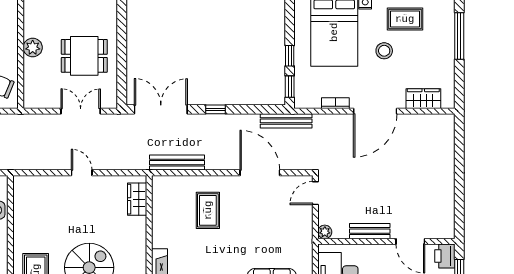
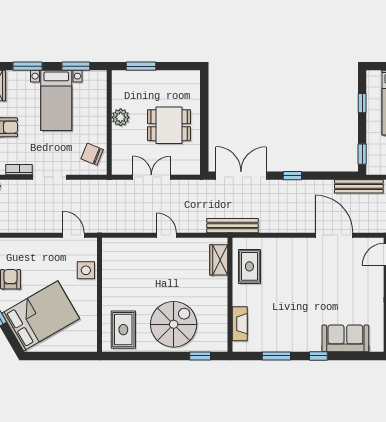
window: (290, 56) -> (362, 103), moved
double door: (81, 111) -> (151, 177), moved
bench: (177, 163) -> (232, 226), moved
rug: (208, 210) -> (249, 266), moved

